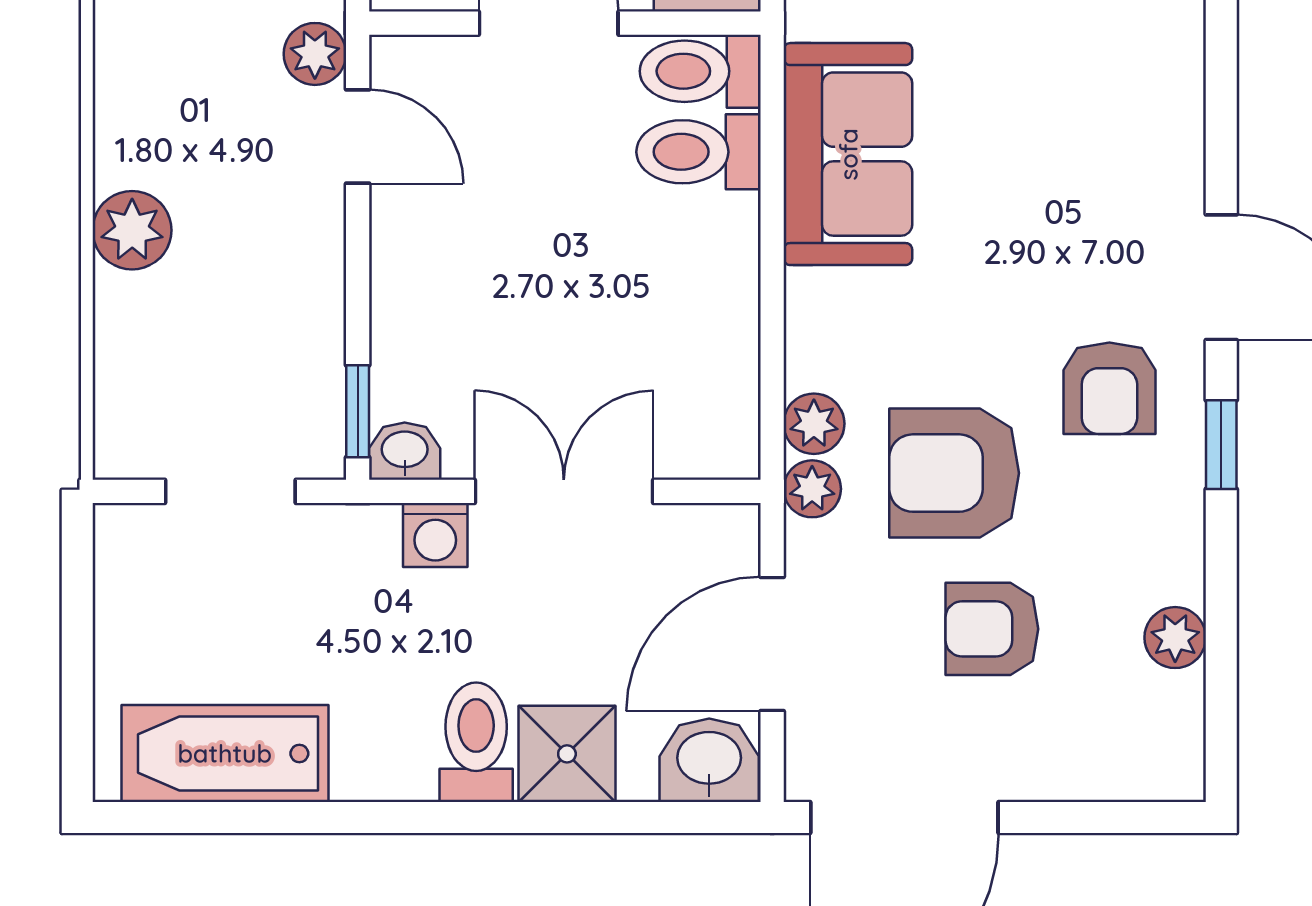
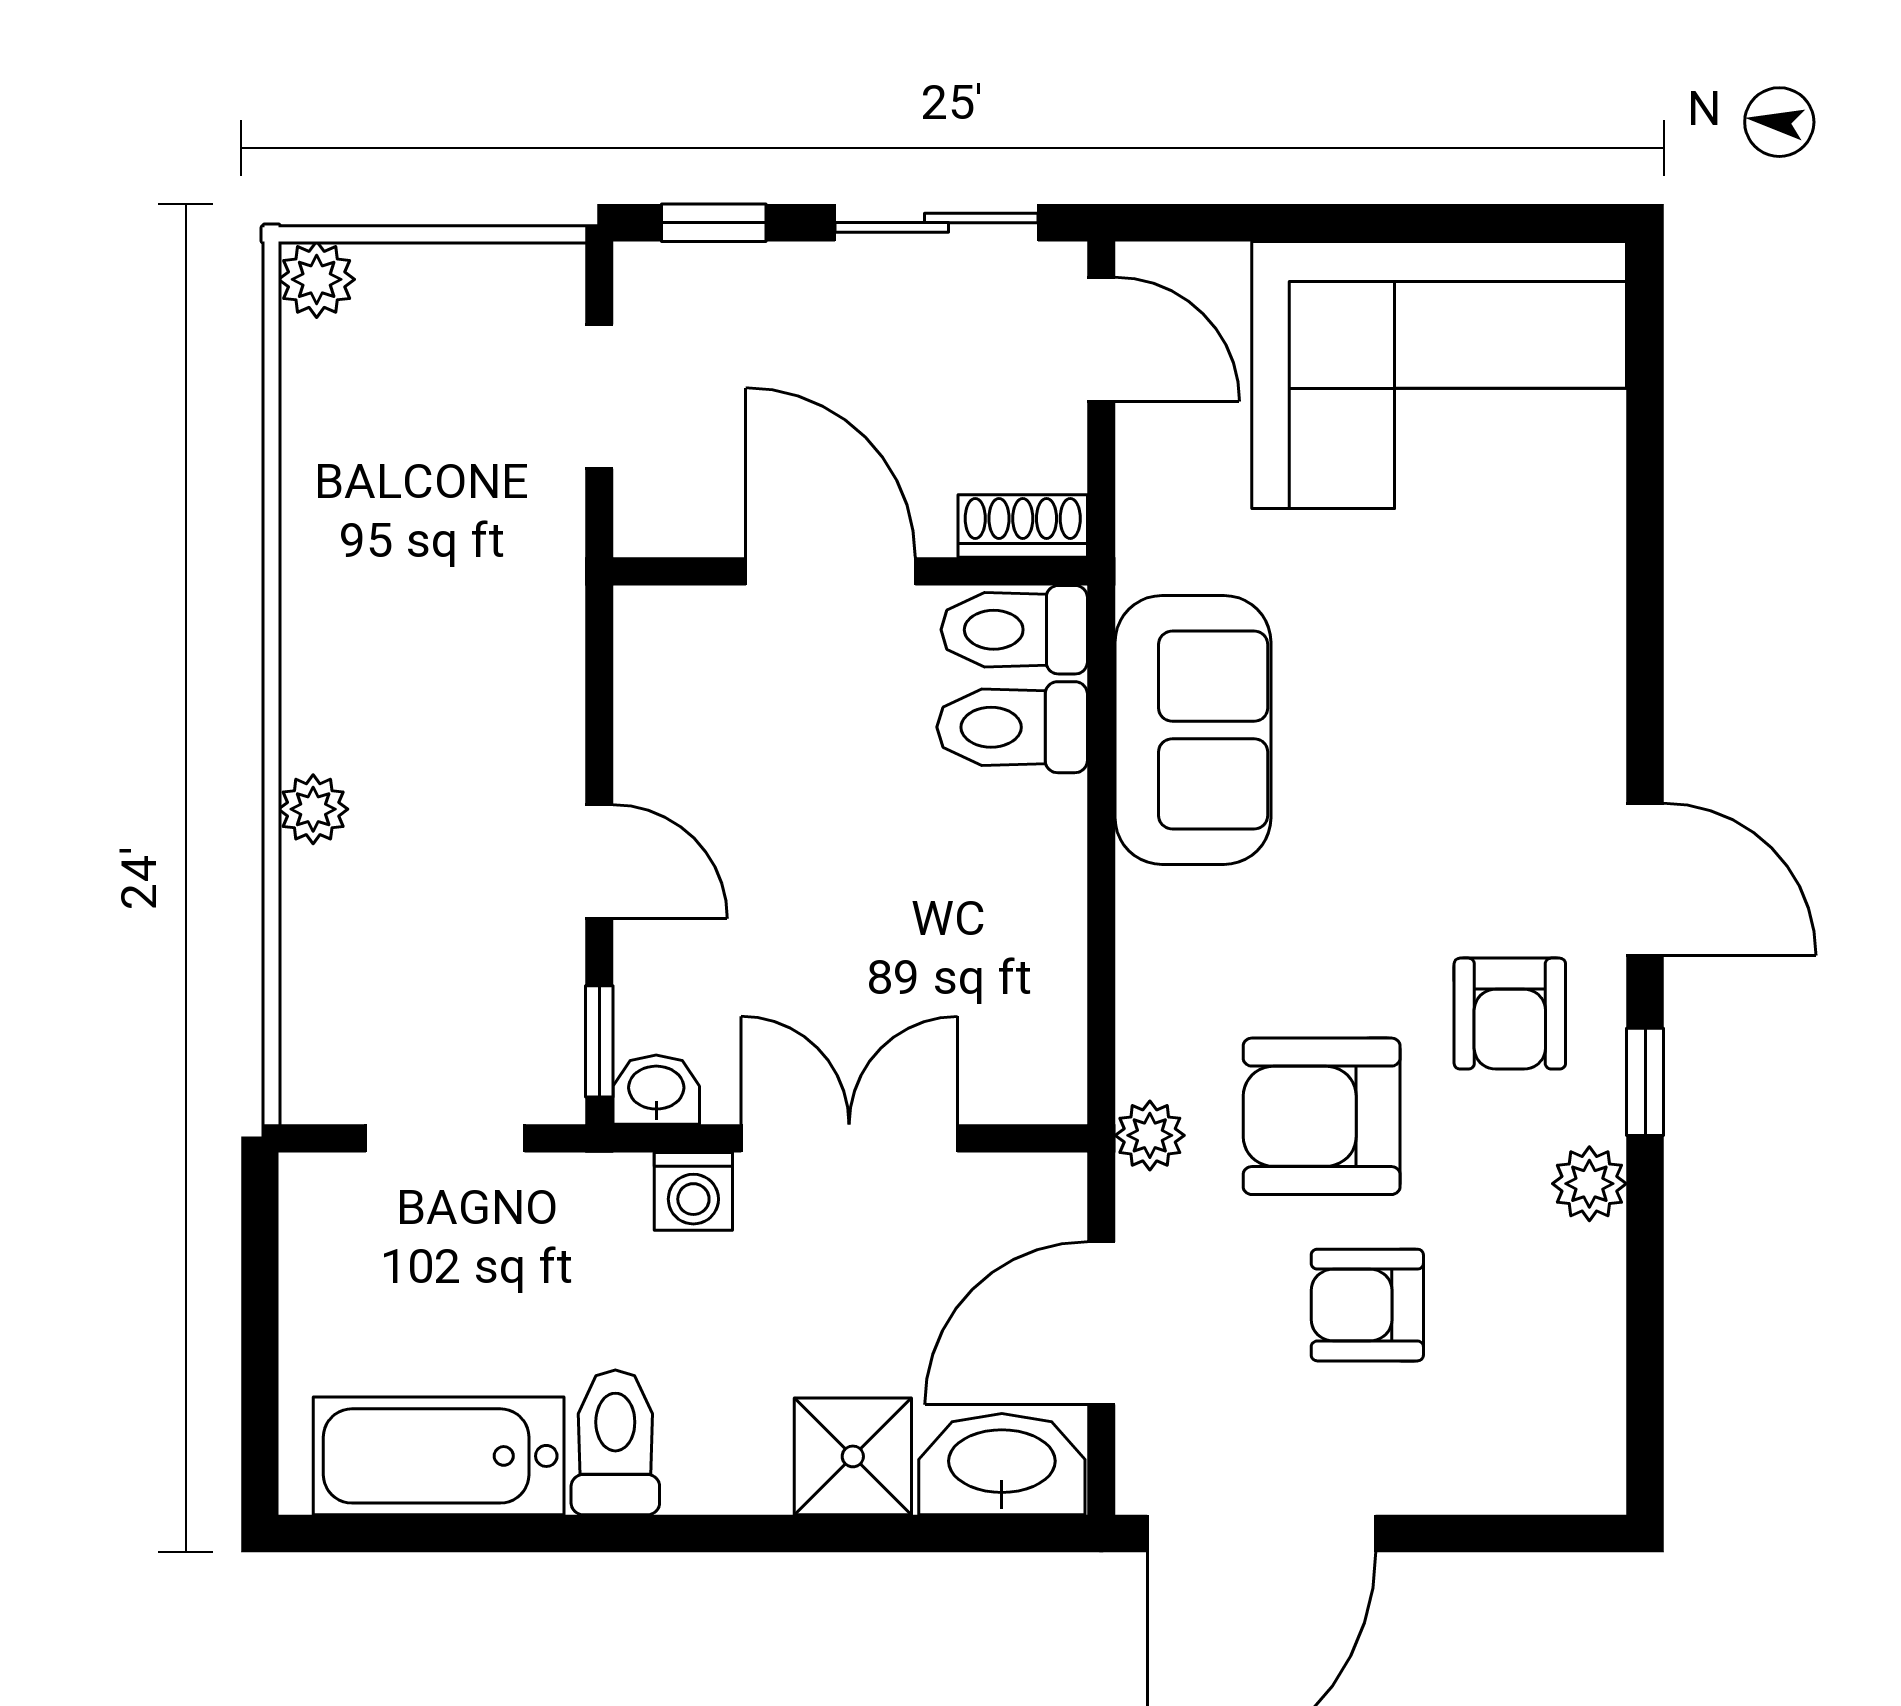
plant: (315, 54) -> (548, 609), removed
door: (358, 136) -> (599, 862), moved
plant: (132, 230) -> (313, 809), width x0.73, depth x0.73
plant: (814, 424) -> (1152, 1057), removed
plant: (1175, 638) -> (1589, 1184), moved
toilet: (476, 742) -> (615, 1442), moved
washbasin: (709, 760) -> (1002, 1464), width x1.38

